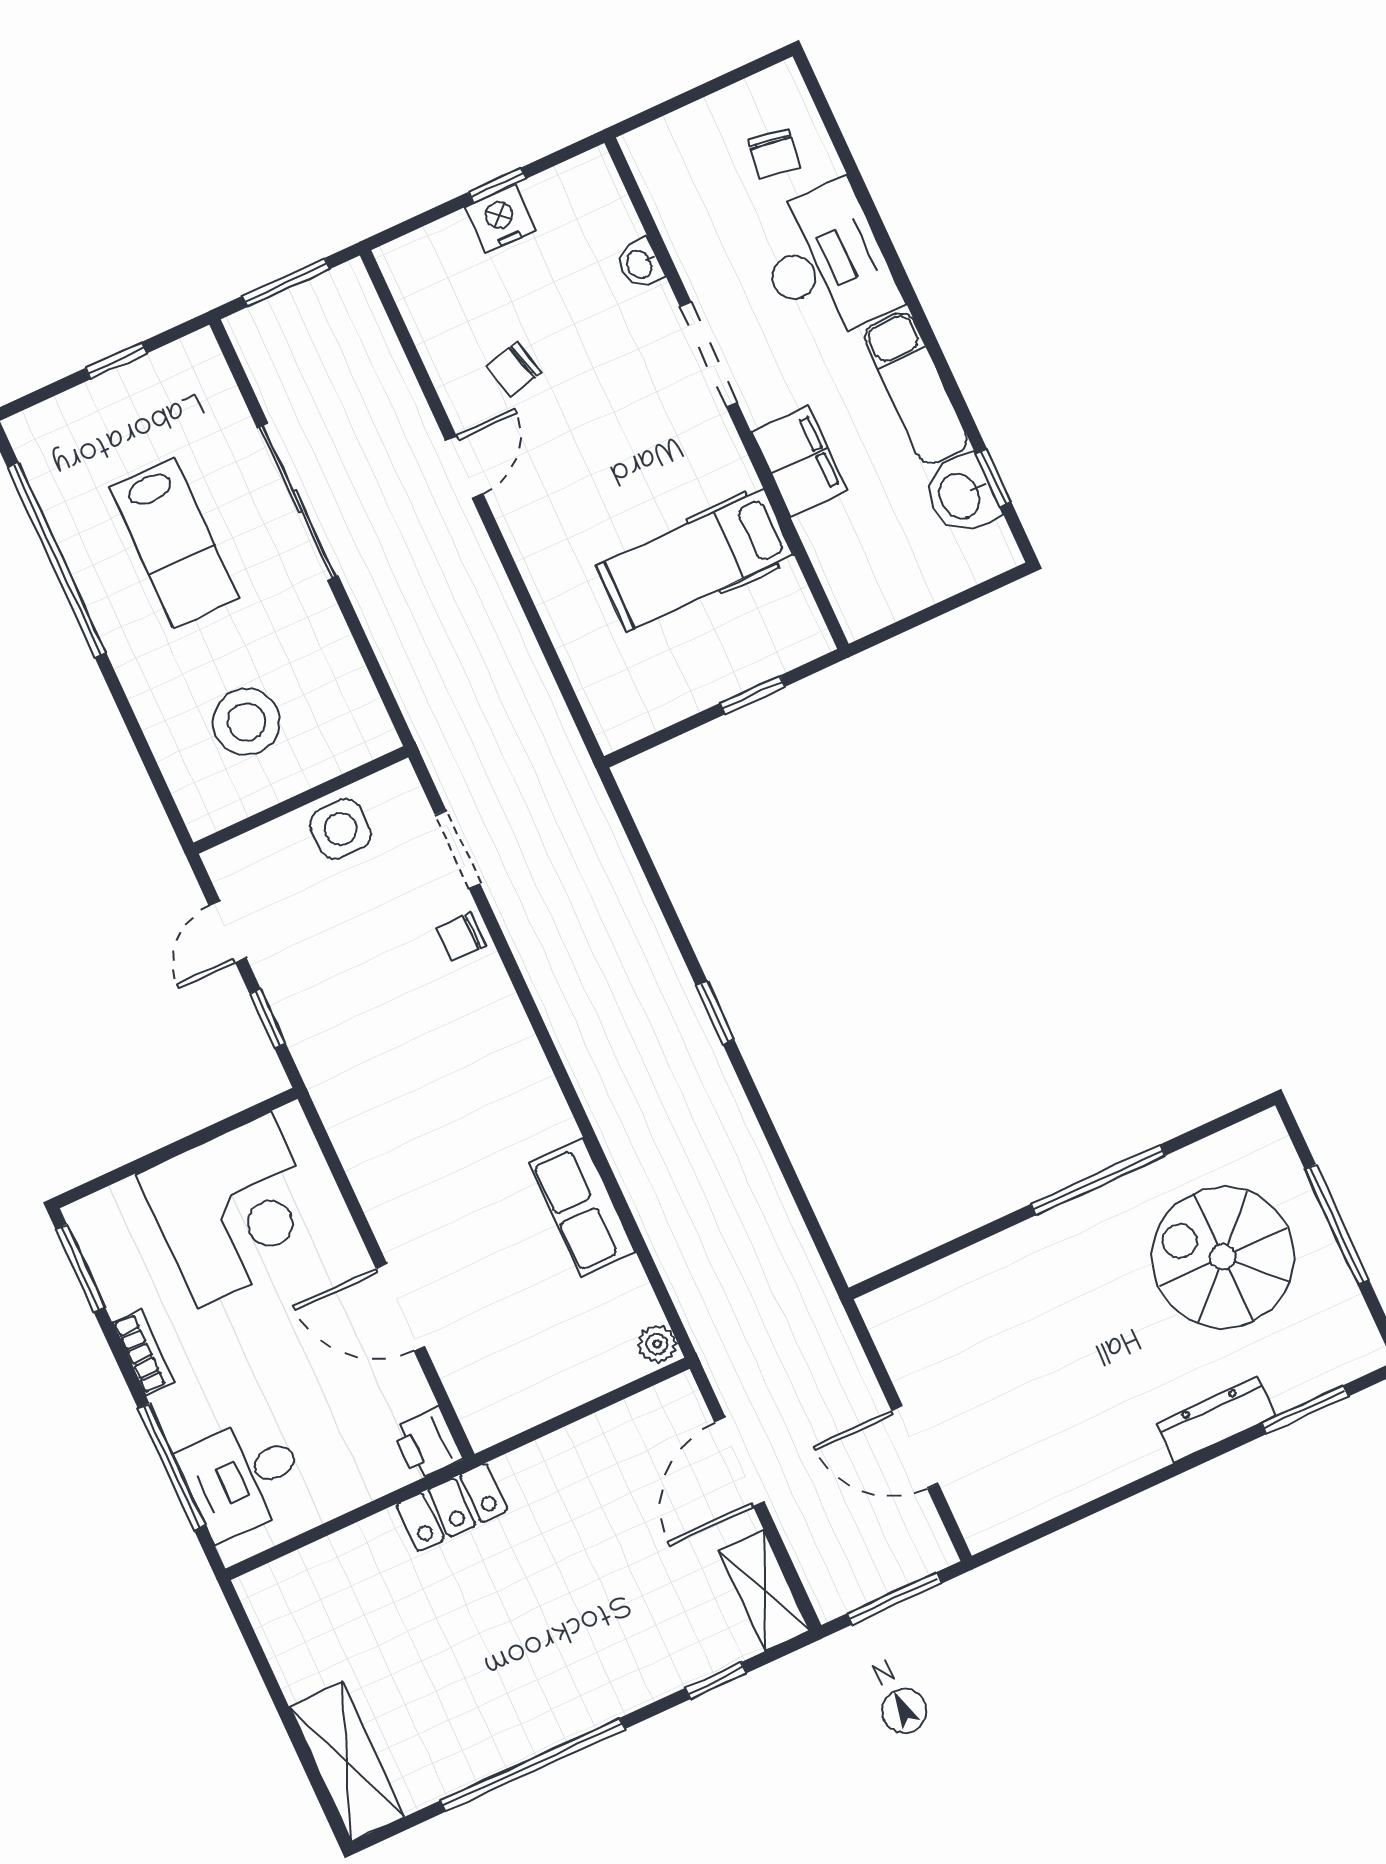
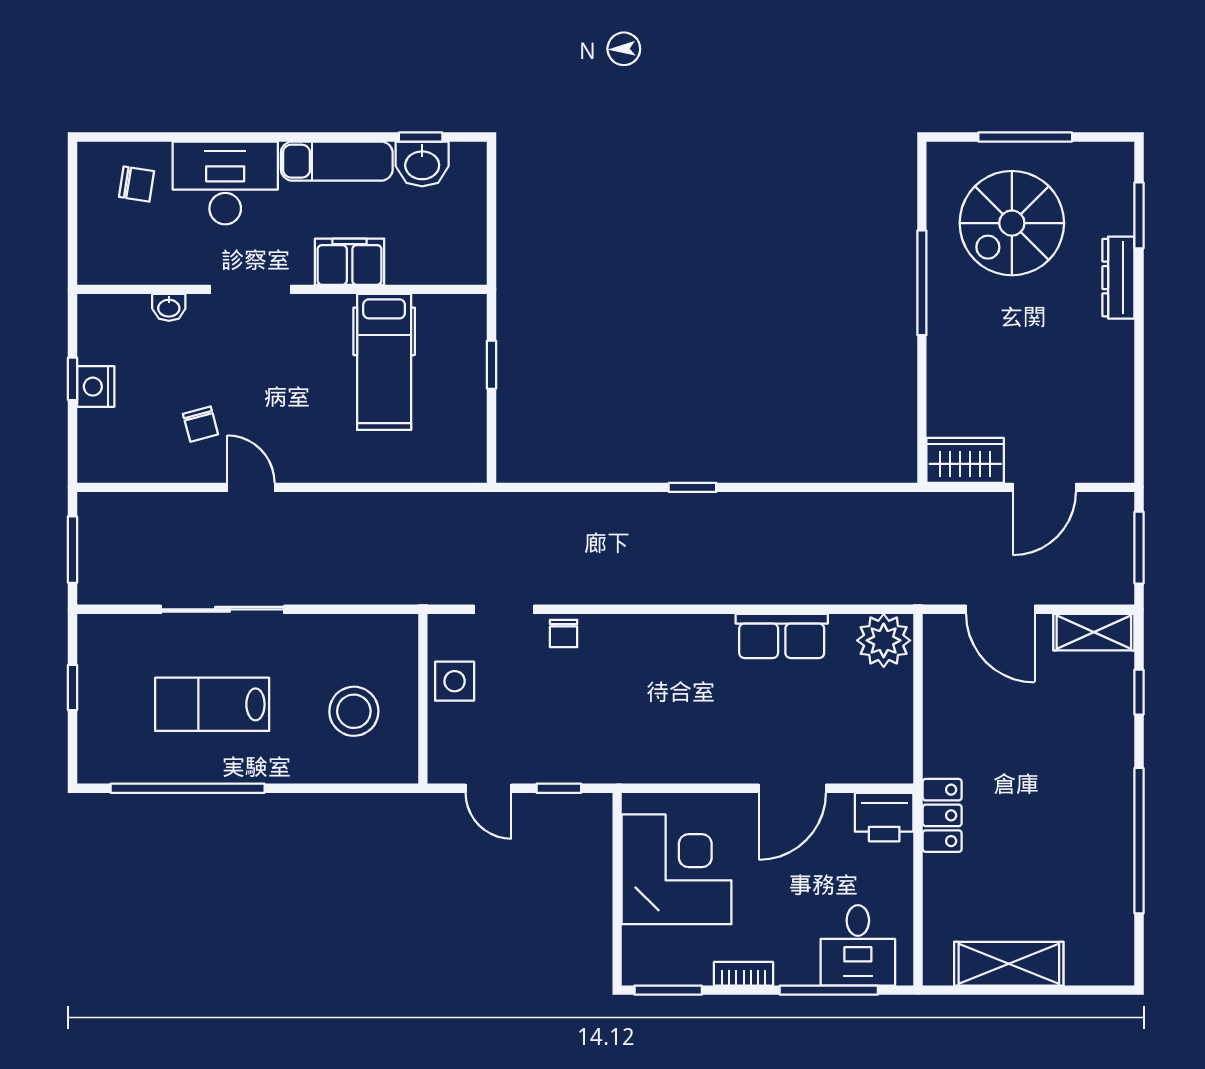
lab bench: (174, 543) -> (212, 704), turned 180
wardrobe: (903, 1334) -> (965, 460), added
plant: (657, 1344) -> (884, 640), width x1.87, depth x1.87
printer: (427, 1444) -> (884, 817), width x1.36, depth x1.24
shelving: (347, 1762) -> (1009, 964), moved

